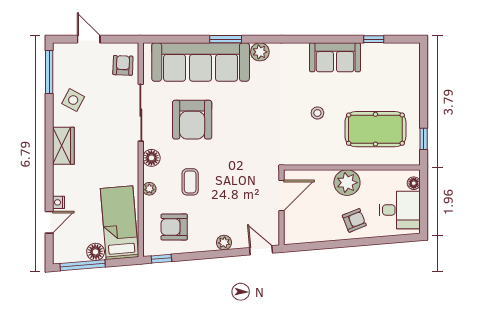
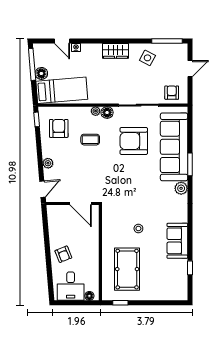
armchair: (123, 65) -> (172, 93), turned -92
plant: (347, 183) -> (90, 249), removed
plant: (149, 189) -> (96, 111), moved

